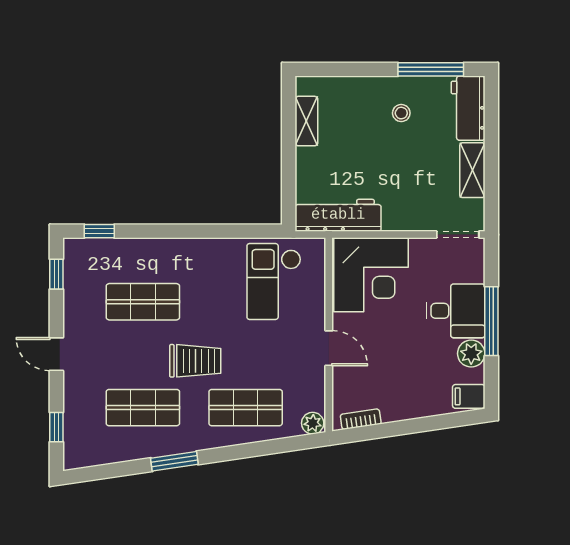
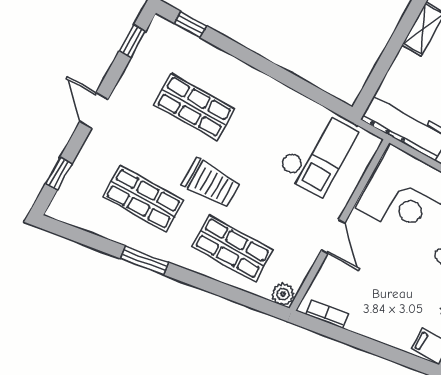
checkout: (274, 281) -> (318, 152), turned 180

